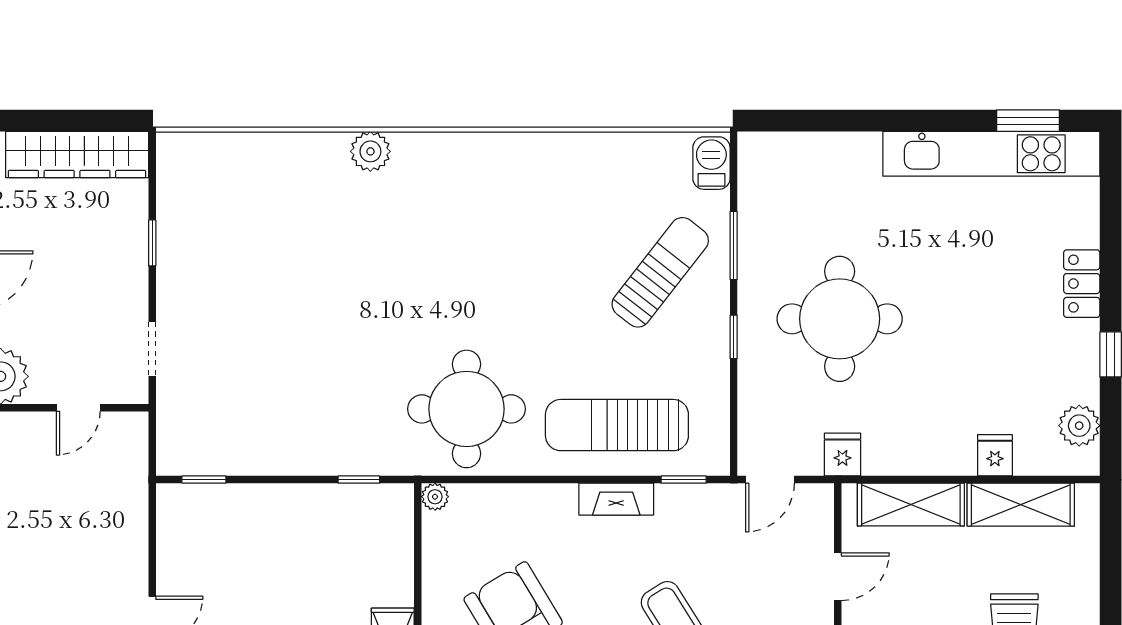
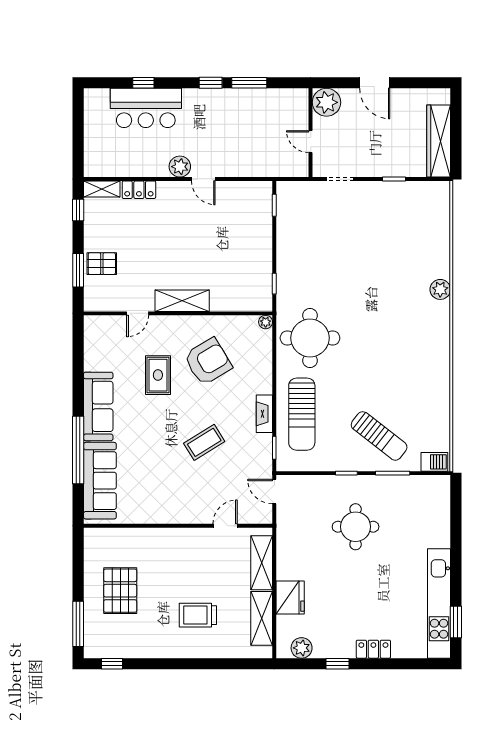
round table: (840, 319) -> (356, 527), width x0.73, depth x0.73
sun lounger: (617, 425) -> (302, 414), turned 180
fridge: (842, 454) -> (287, 528), removed
fridge: (995, 455) -> (290, 598), width x1.88, depth x1.34
door: (838, 577) -> (225, 526), swing flipped

